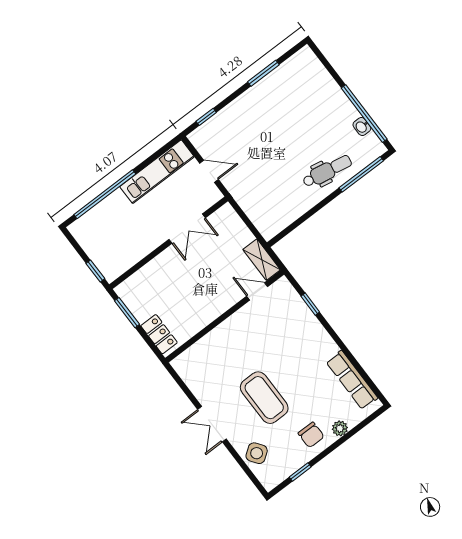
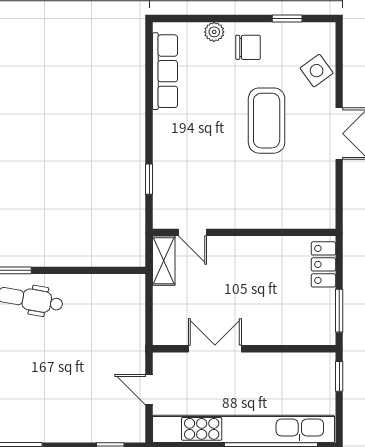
kitchen unit: (157, 172) -> (243, 429), width x1.86
chair: (311, 435) -> (248, 47), turned 90

